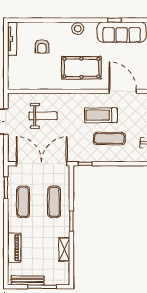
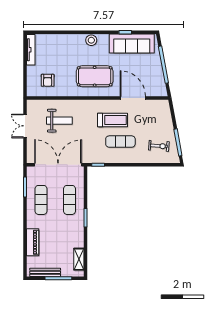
armchair: (42, 47) -> (48, 80), moved
treadmill: (101, 115) -> (113, 120), turned 180
shelving: (64, 249) -> (79, 259), moved

